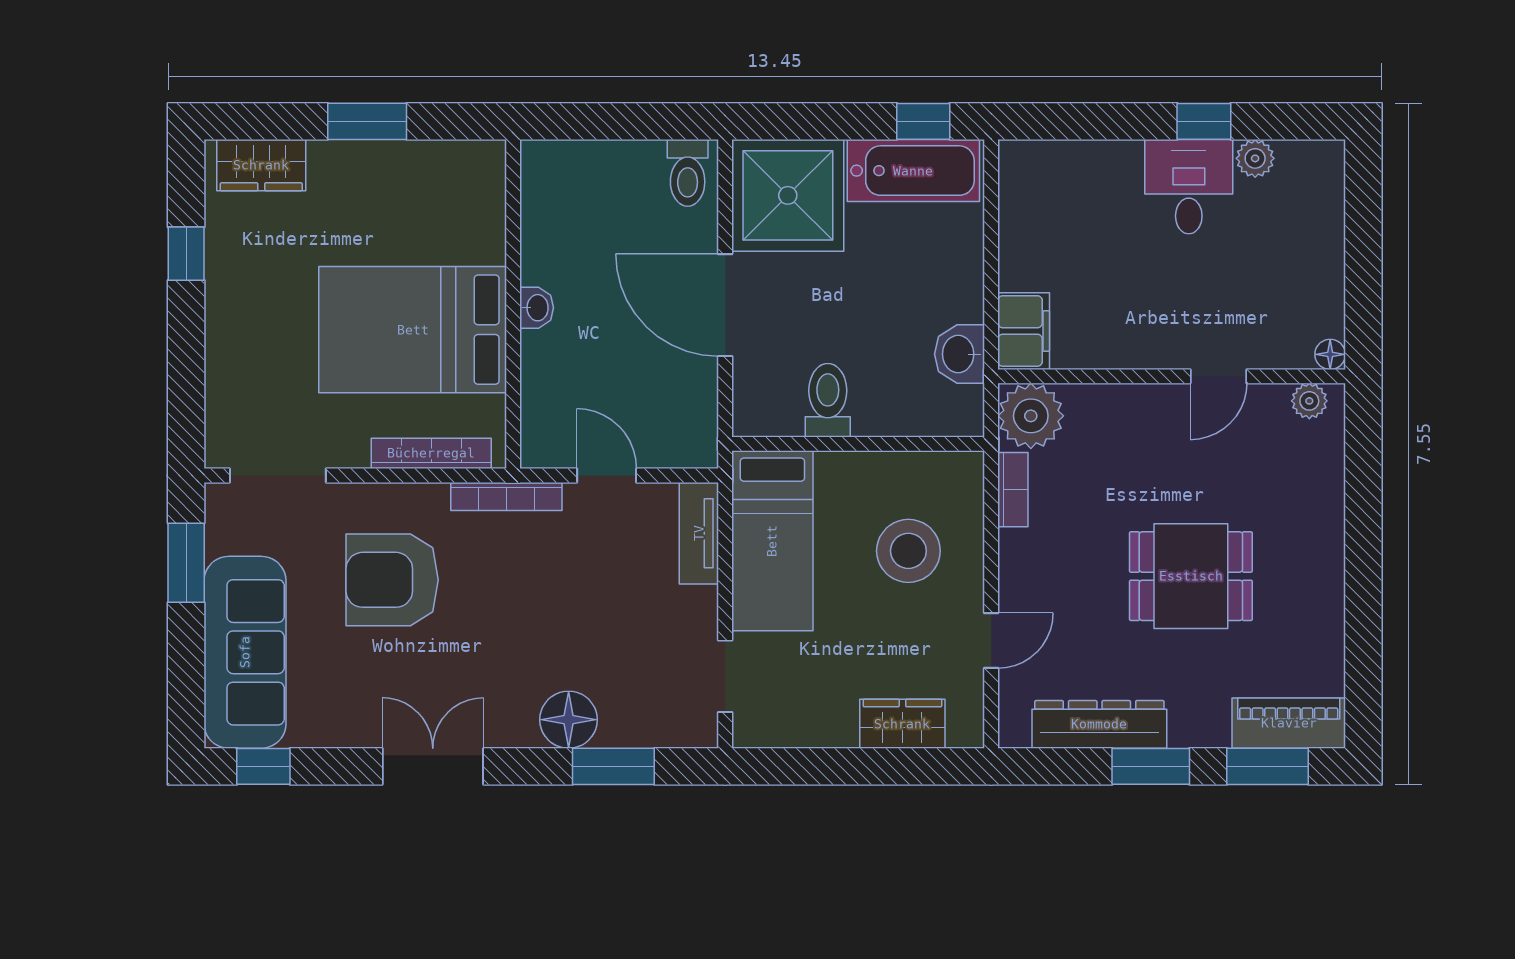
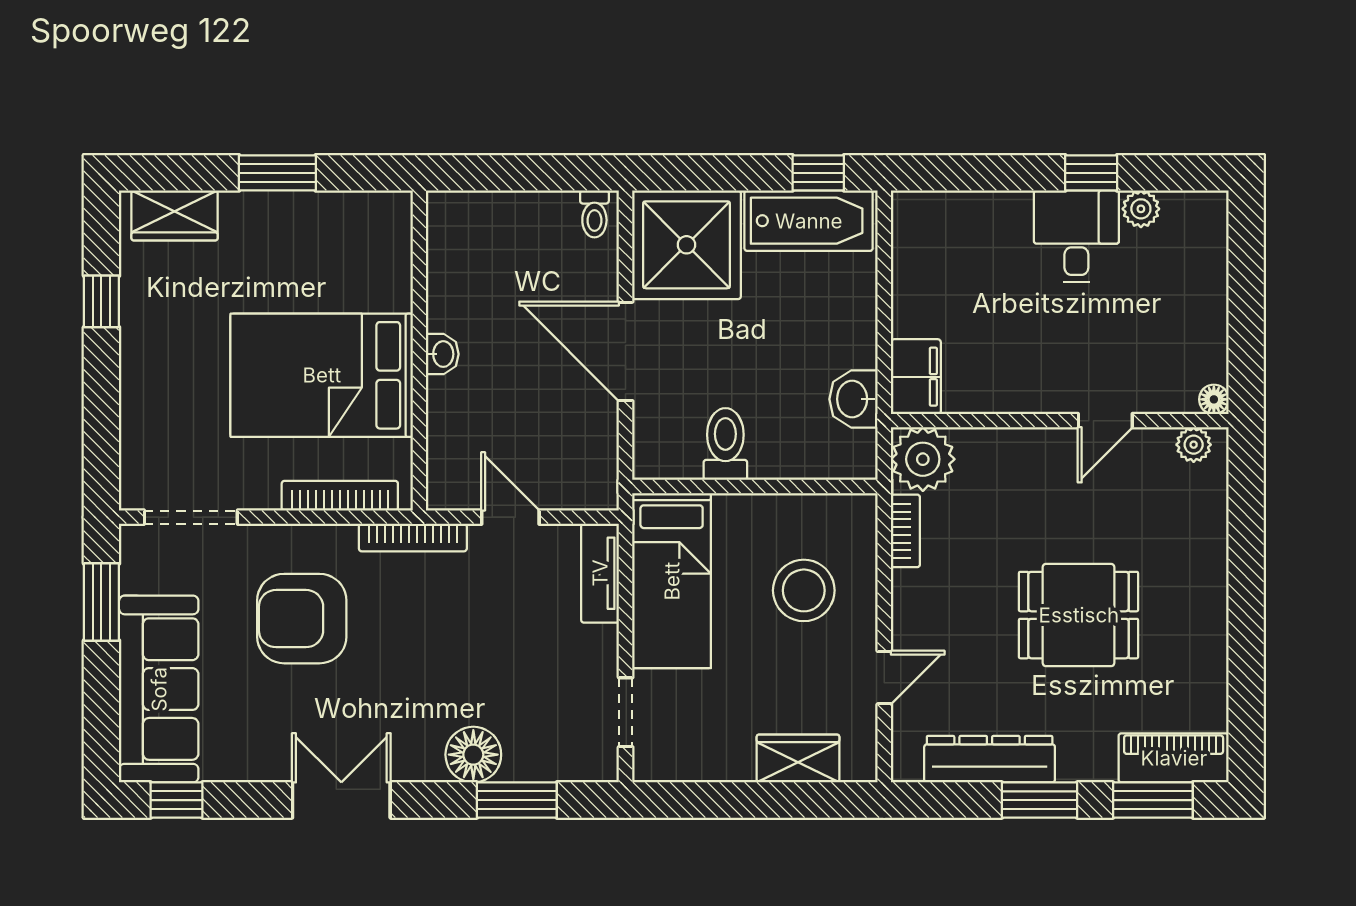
toilet: (688, 173) -> (594, 214), width x0.73, depth x0.72

